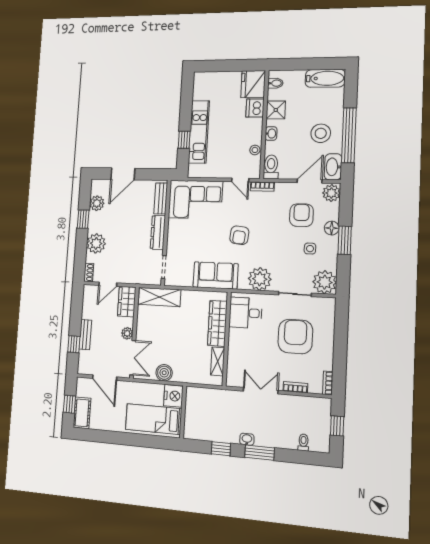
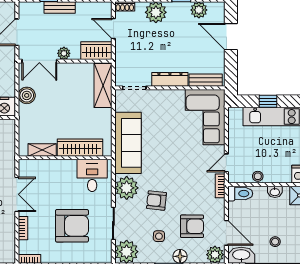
stool: (321, 133) -> (275, 242), width x0.53, depth x0.53
armchair: (239, 235) -> (156, 201), moved
sofa: (216, 275) -> (128, 143), width x1.36

